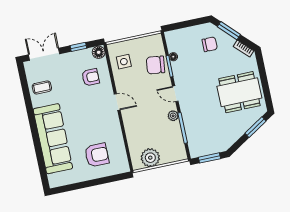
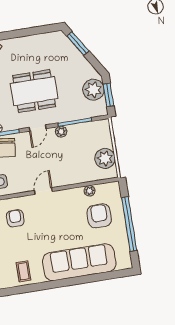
dining table: (239, 92) -> (34, 91), moved, turned 90
plant: (214, 144) -> (93, 90), added
plant: (120, 145) -> (89, 191), added
window: (91, 183) -> (129, 224), added

